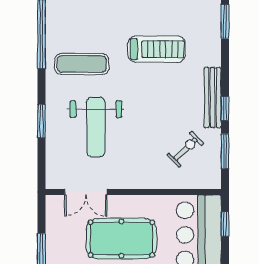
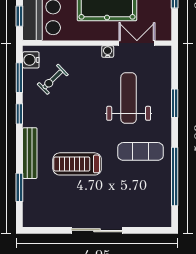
bench: (213, 98) -> (30, 153), moved
water cooler: (211, 172) -> (31, 60), added
water cooler: (121, 182) -> (108, 52), added

